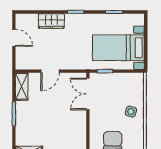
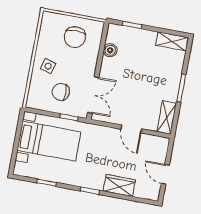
door: (50, 71) -> (131, 129), swing flipped
chair: (116, 92) -> (61, 92), added
boiler: (80, 135) -> (110, 50), added

